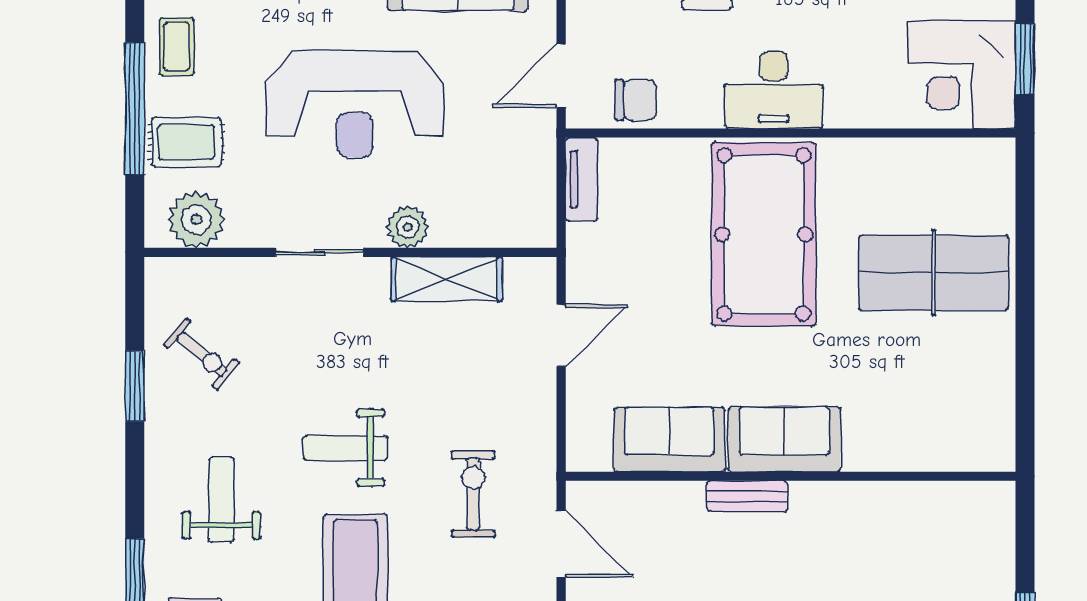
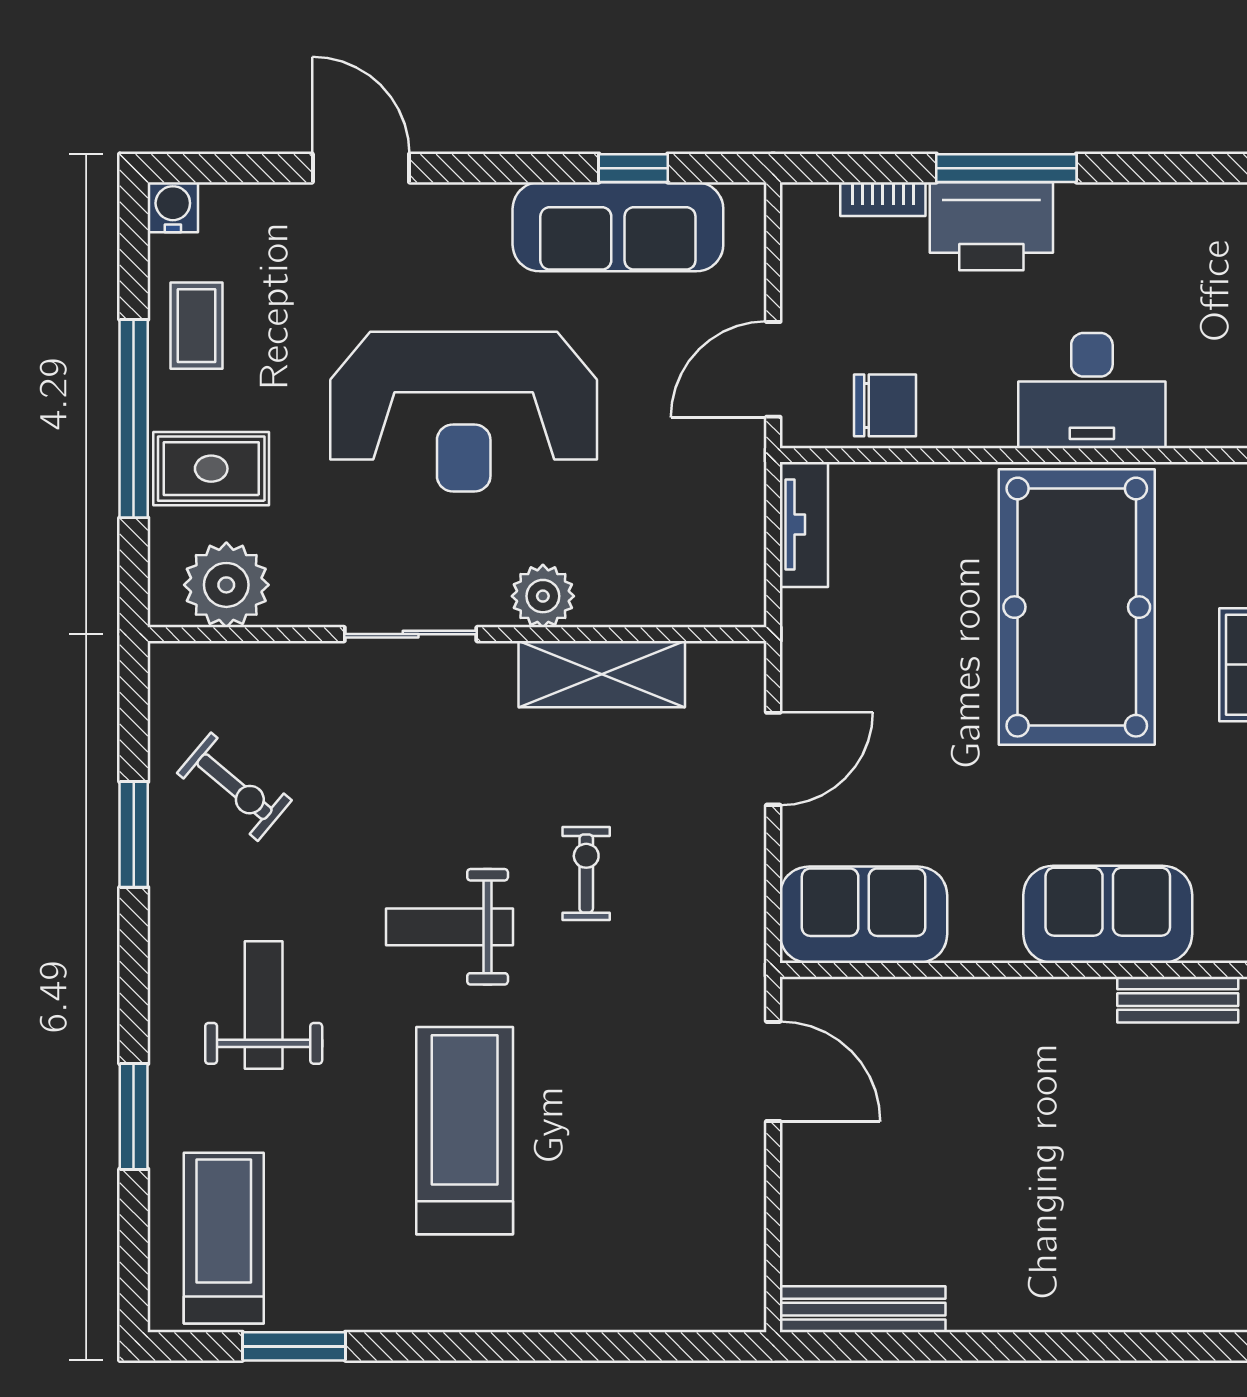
sofa: (669, 440) -> (863, 915), moved
exercise bike: (473, 494) -> (586, 873), moved, width x0.73, depth x0.72
bench: (747, 496) -> (1178, 1000), moved

